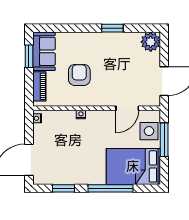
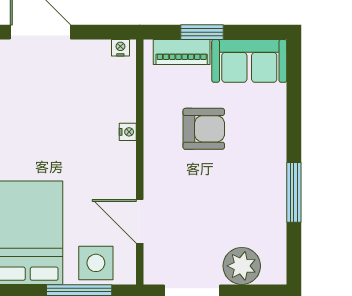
window: (112, 28) -> (294, 192), width x1.44
plant: (151, 42) -> (242, 266), moved
window: (29, 56) -> (202, 32), moved

